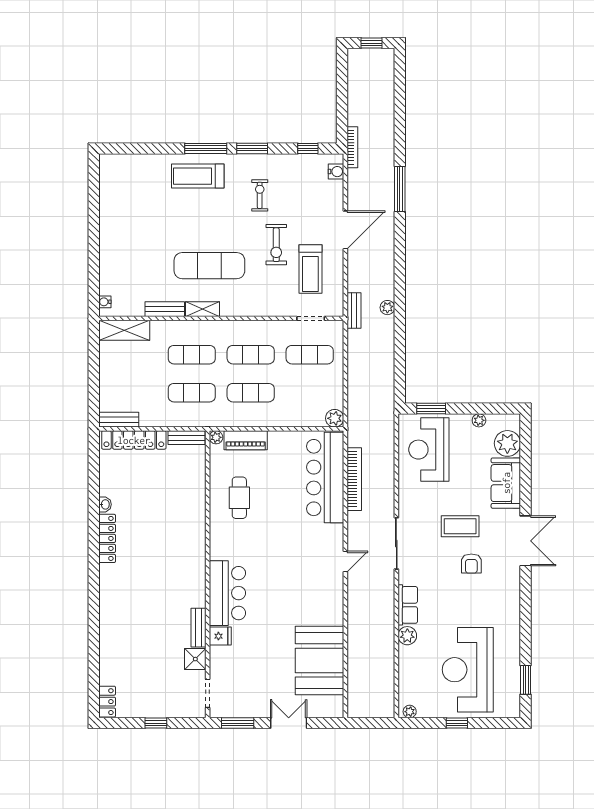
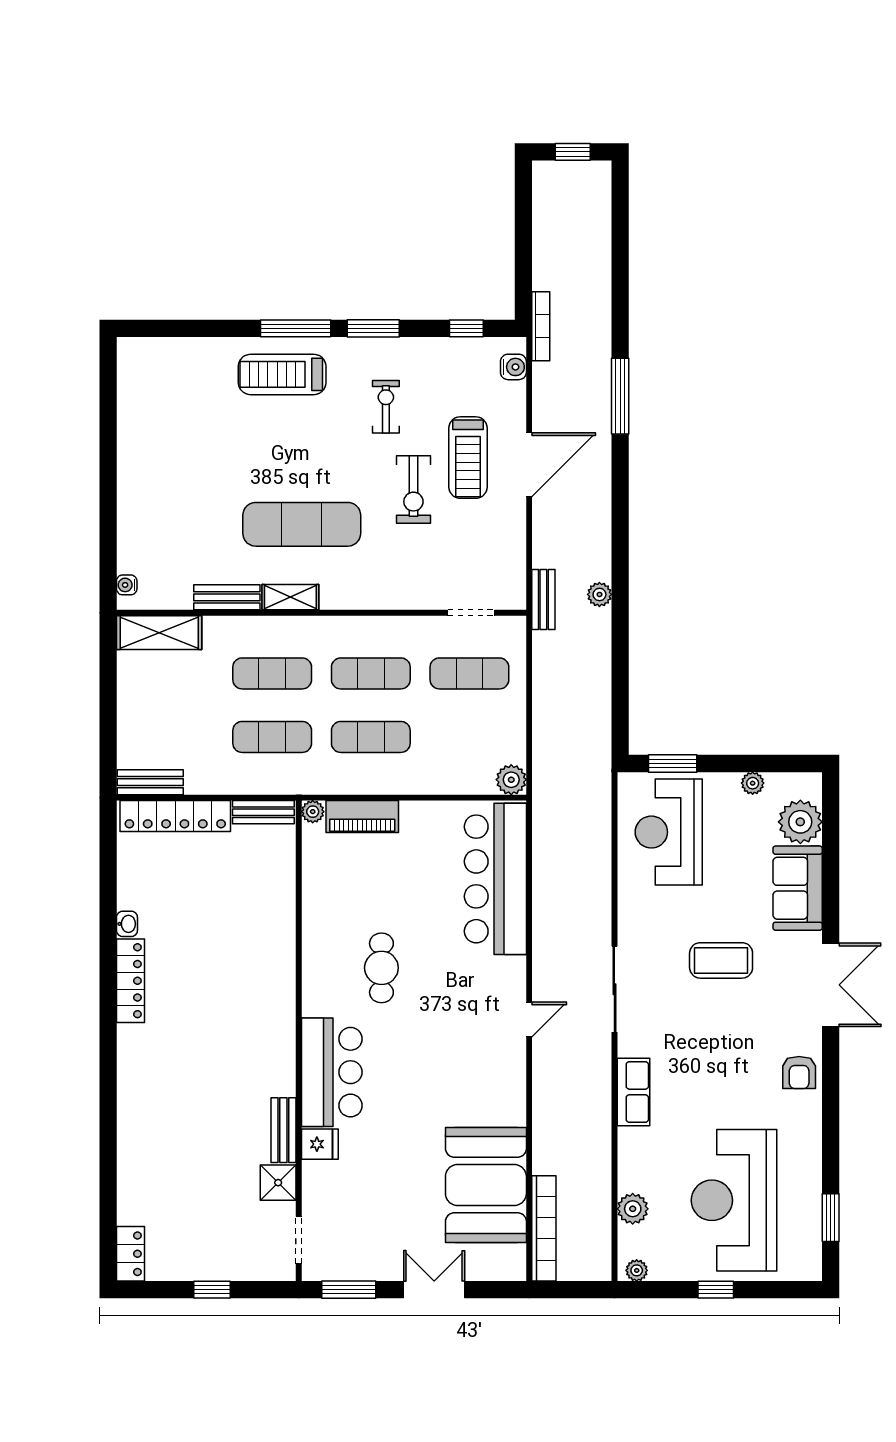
treadmill: (310, 269) -> (468, 458), moved
bookcase: (354, 479) -> (544, 1228), moved
cafe table: (239, 498) -> (381, 968), moved
armchair: (471, 564) -> (799, 1072), moved
plant: (407, 636) -> (633, 1209), moved

